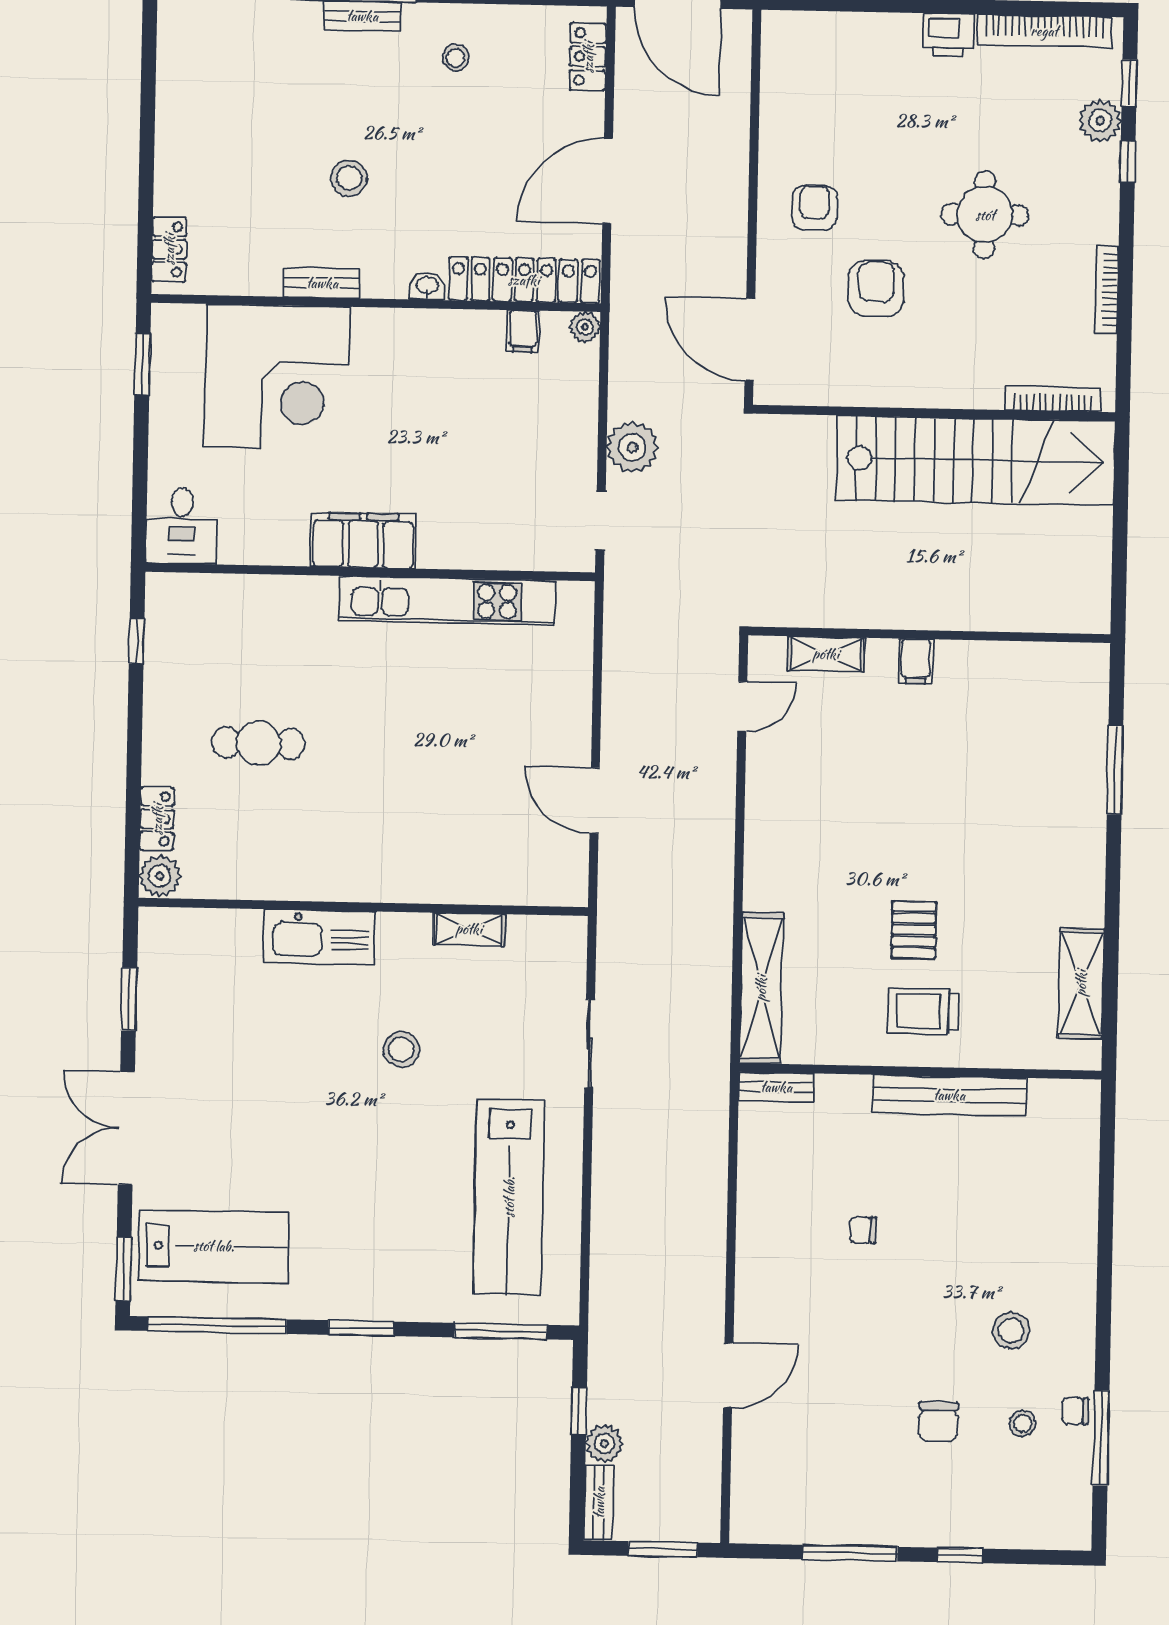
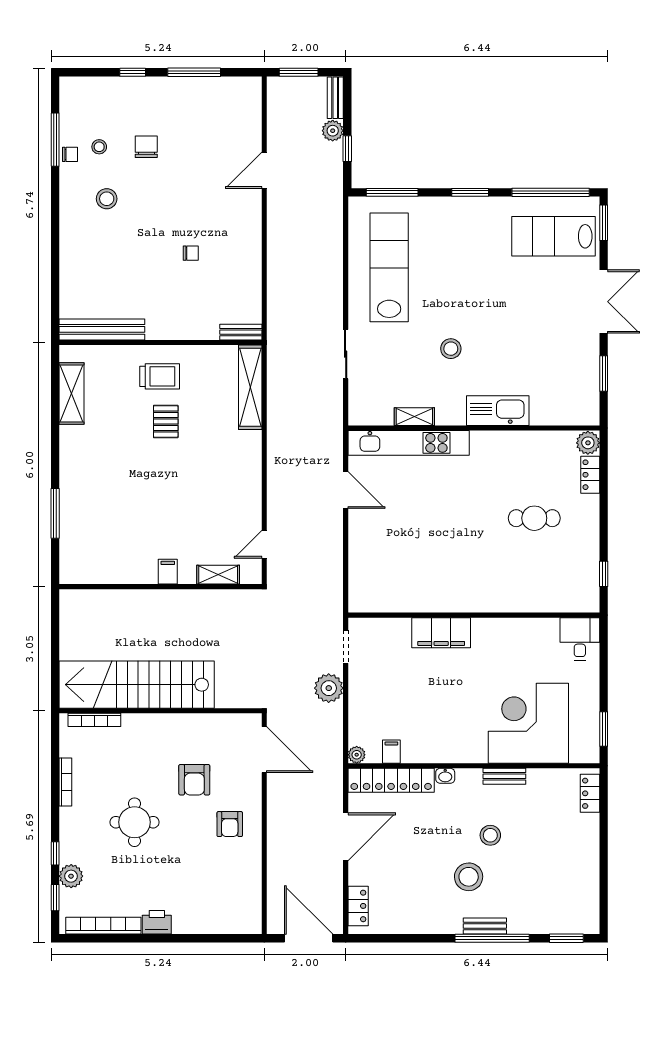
stool: (456, 58) -> (469, 877), moved, width x1.89, depth x1.89
filing cabinet: (363, 540) -> (441, 633), moved
kitchen unit: (447, 601) -> (409, 443), moved, turned 180
bench: (949, 1095) -> (102, 329), moved

